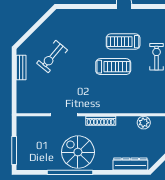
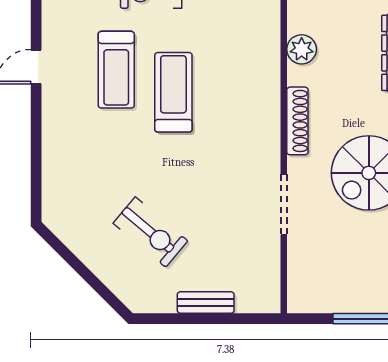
bench: (21, 67) -> (206, 303), moved
plant: (144, 123) -> (302, 49), moved

